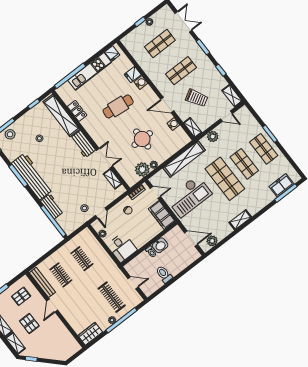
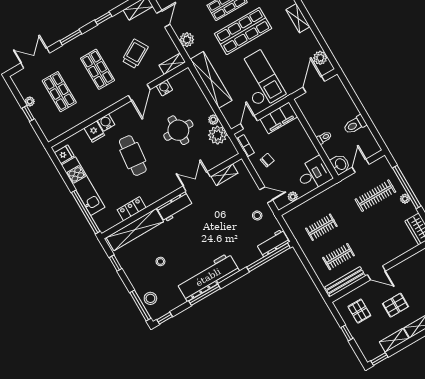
workbench: (52, 206) -> (273, 243), moved
washbasin: (160, 245) -> (340, 164), moved

